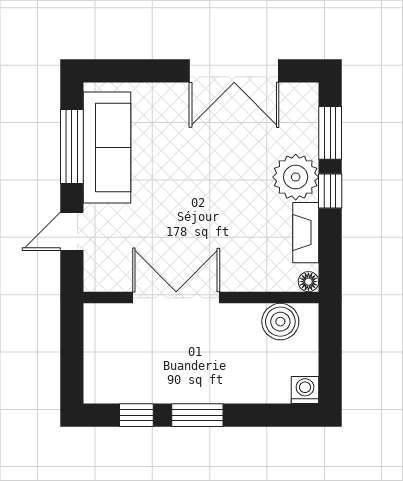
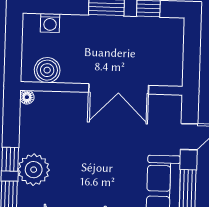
fireplace: (306, 233) -> (28, 131), removed
washing machine: (305, 390) -> (50, 23), moved

